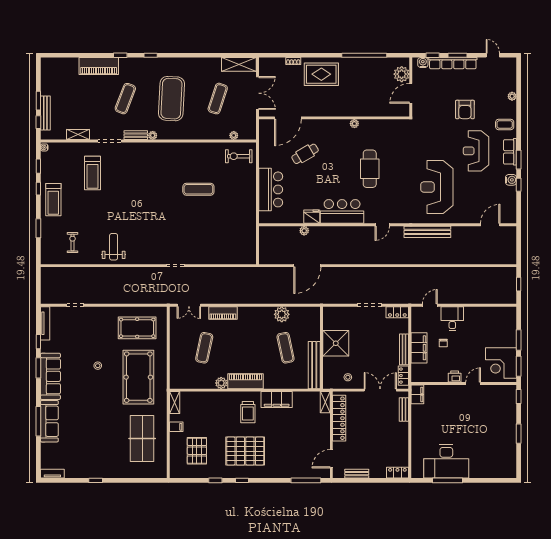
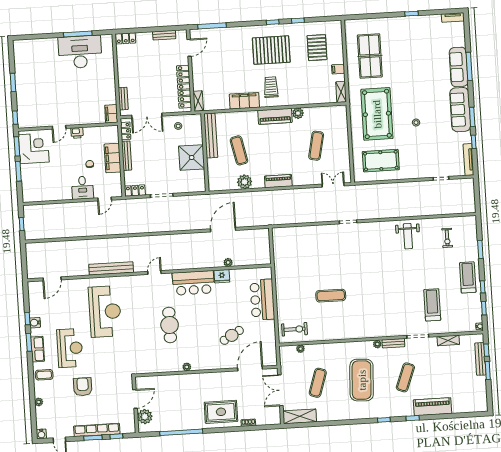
water cooler: (423, 62) -> (41, 434), moved
piano: (223, 313) -> (278, 181), moved

